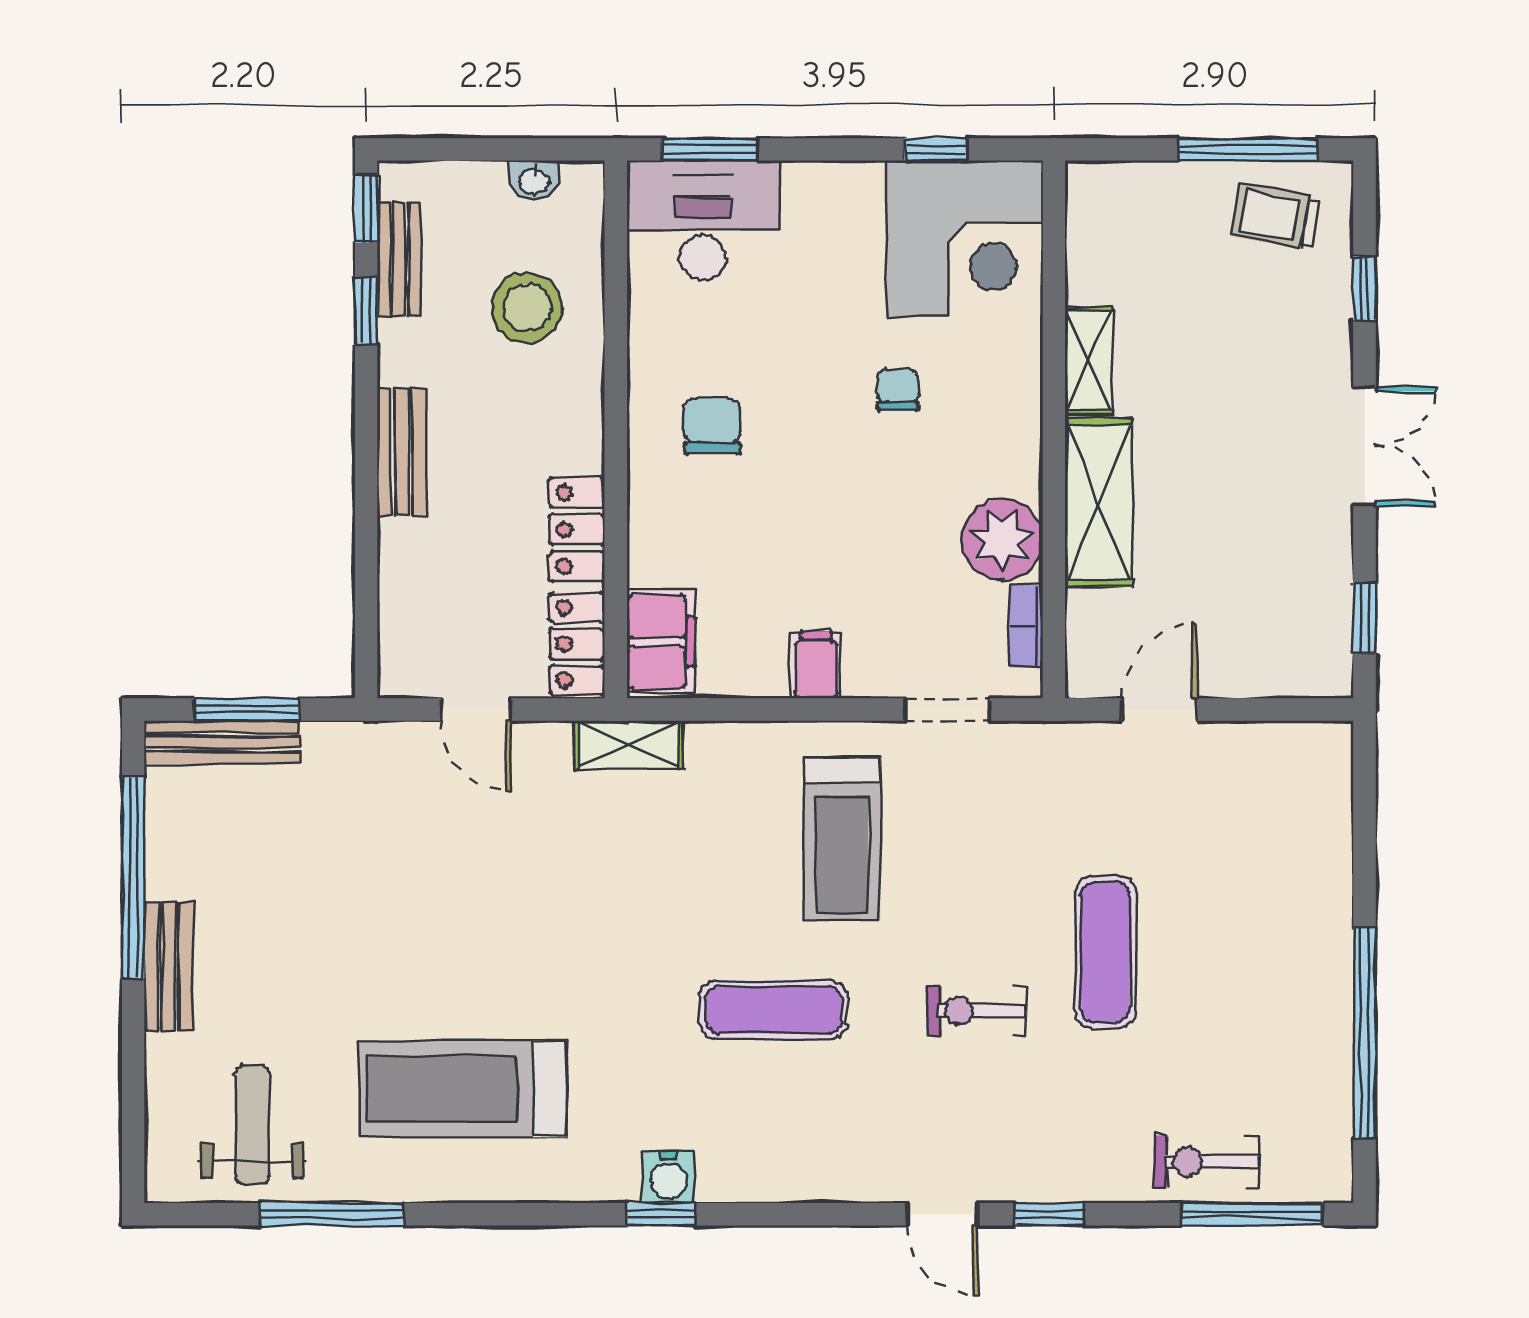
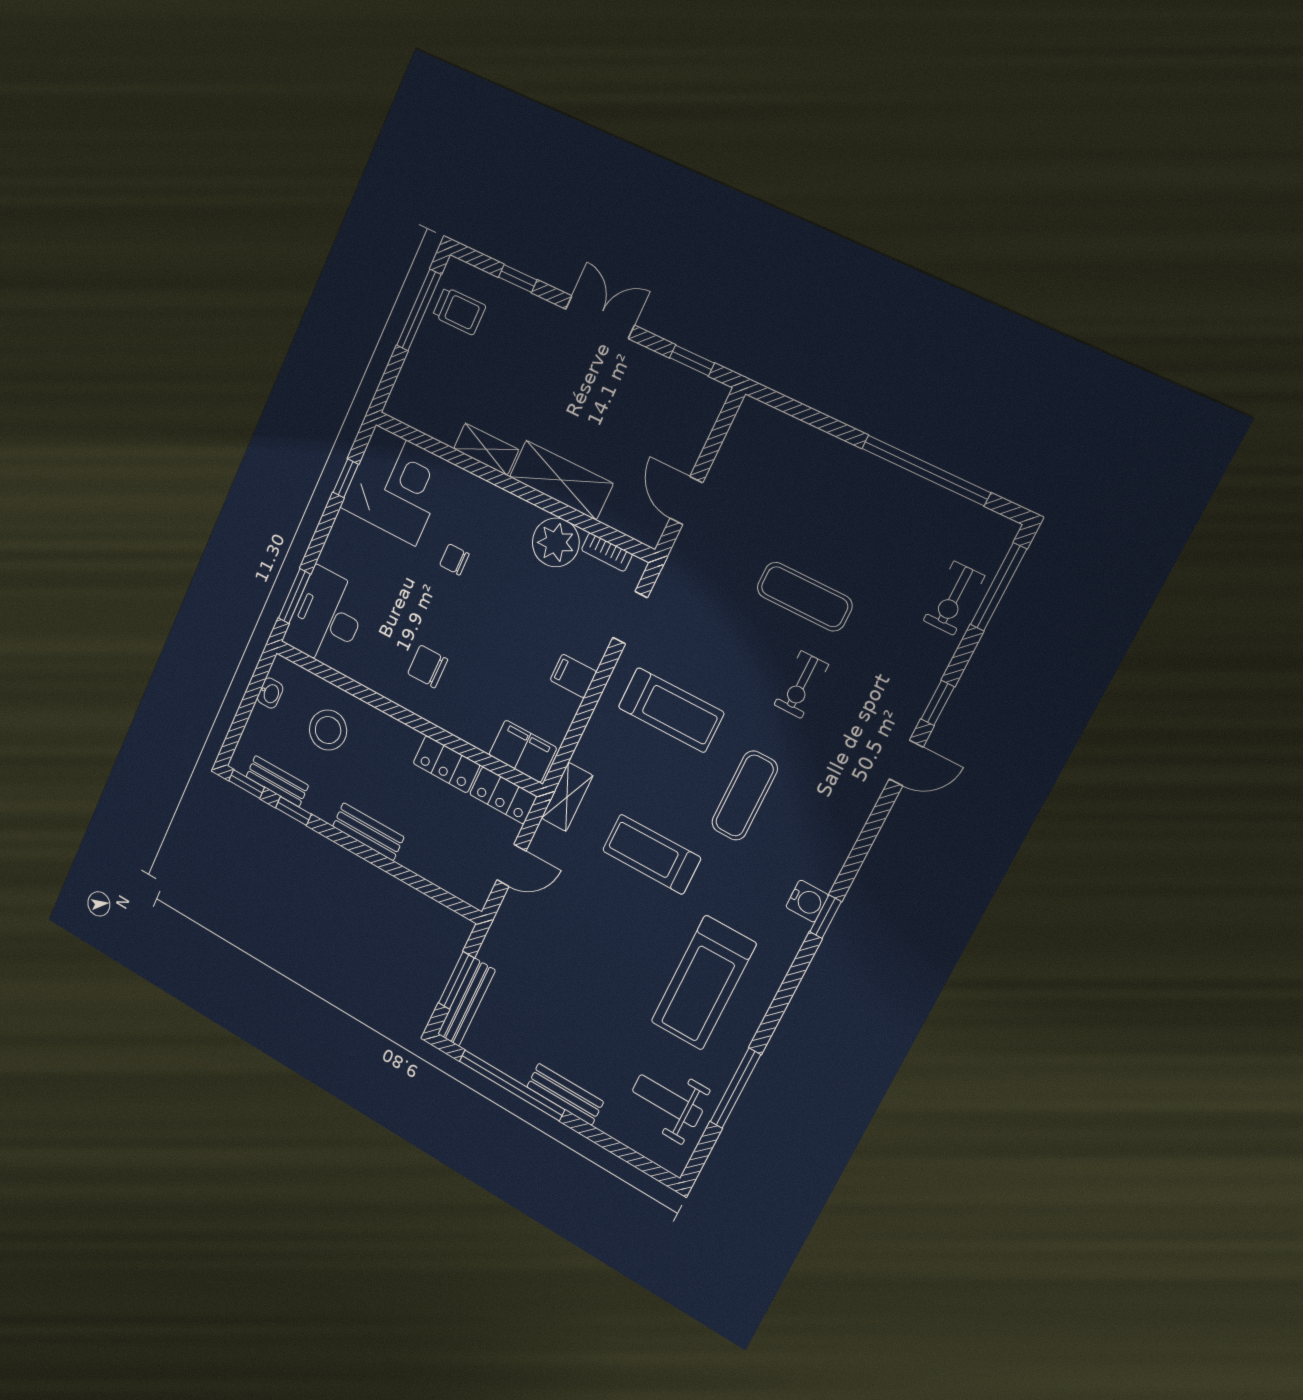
trolley: (1276, 217) -> (459, 311), turned -100
treadmill: (612, 916) -> (652, 854), added

